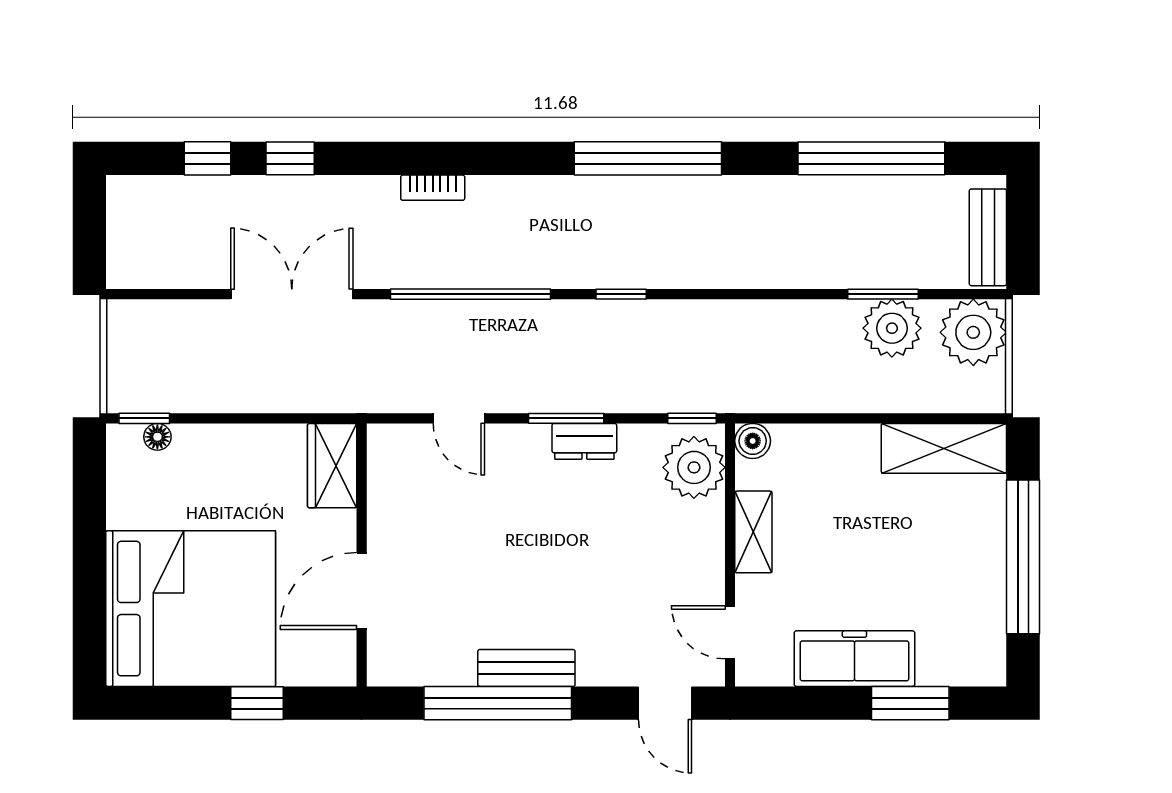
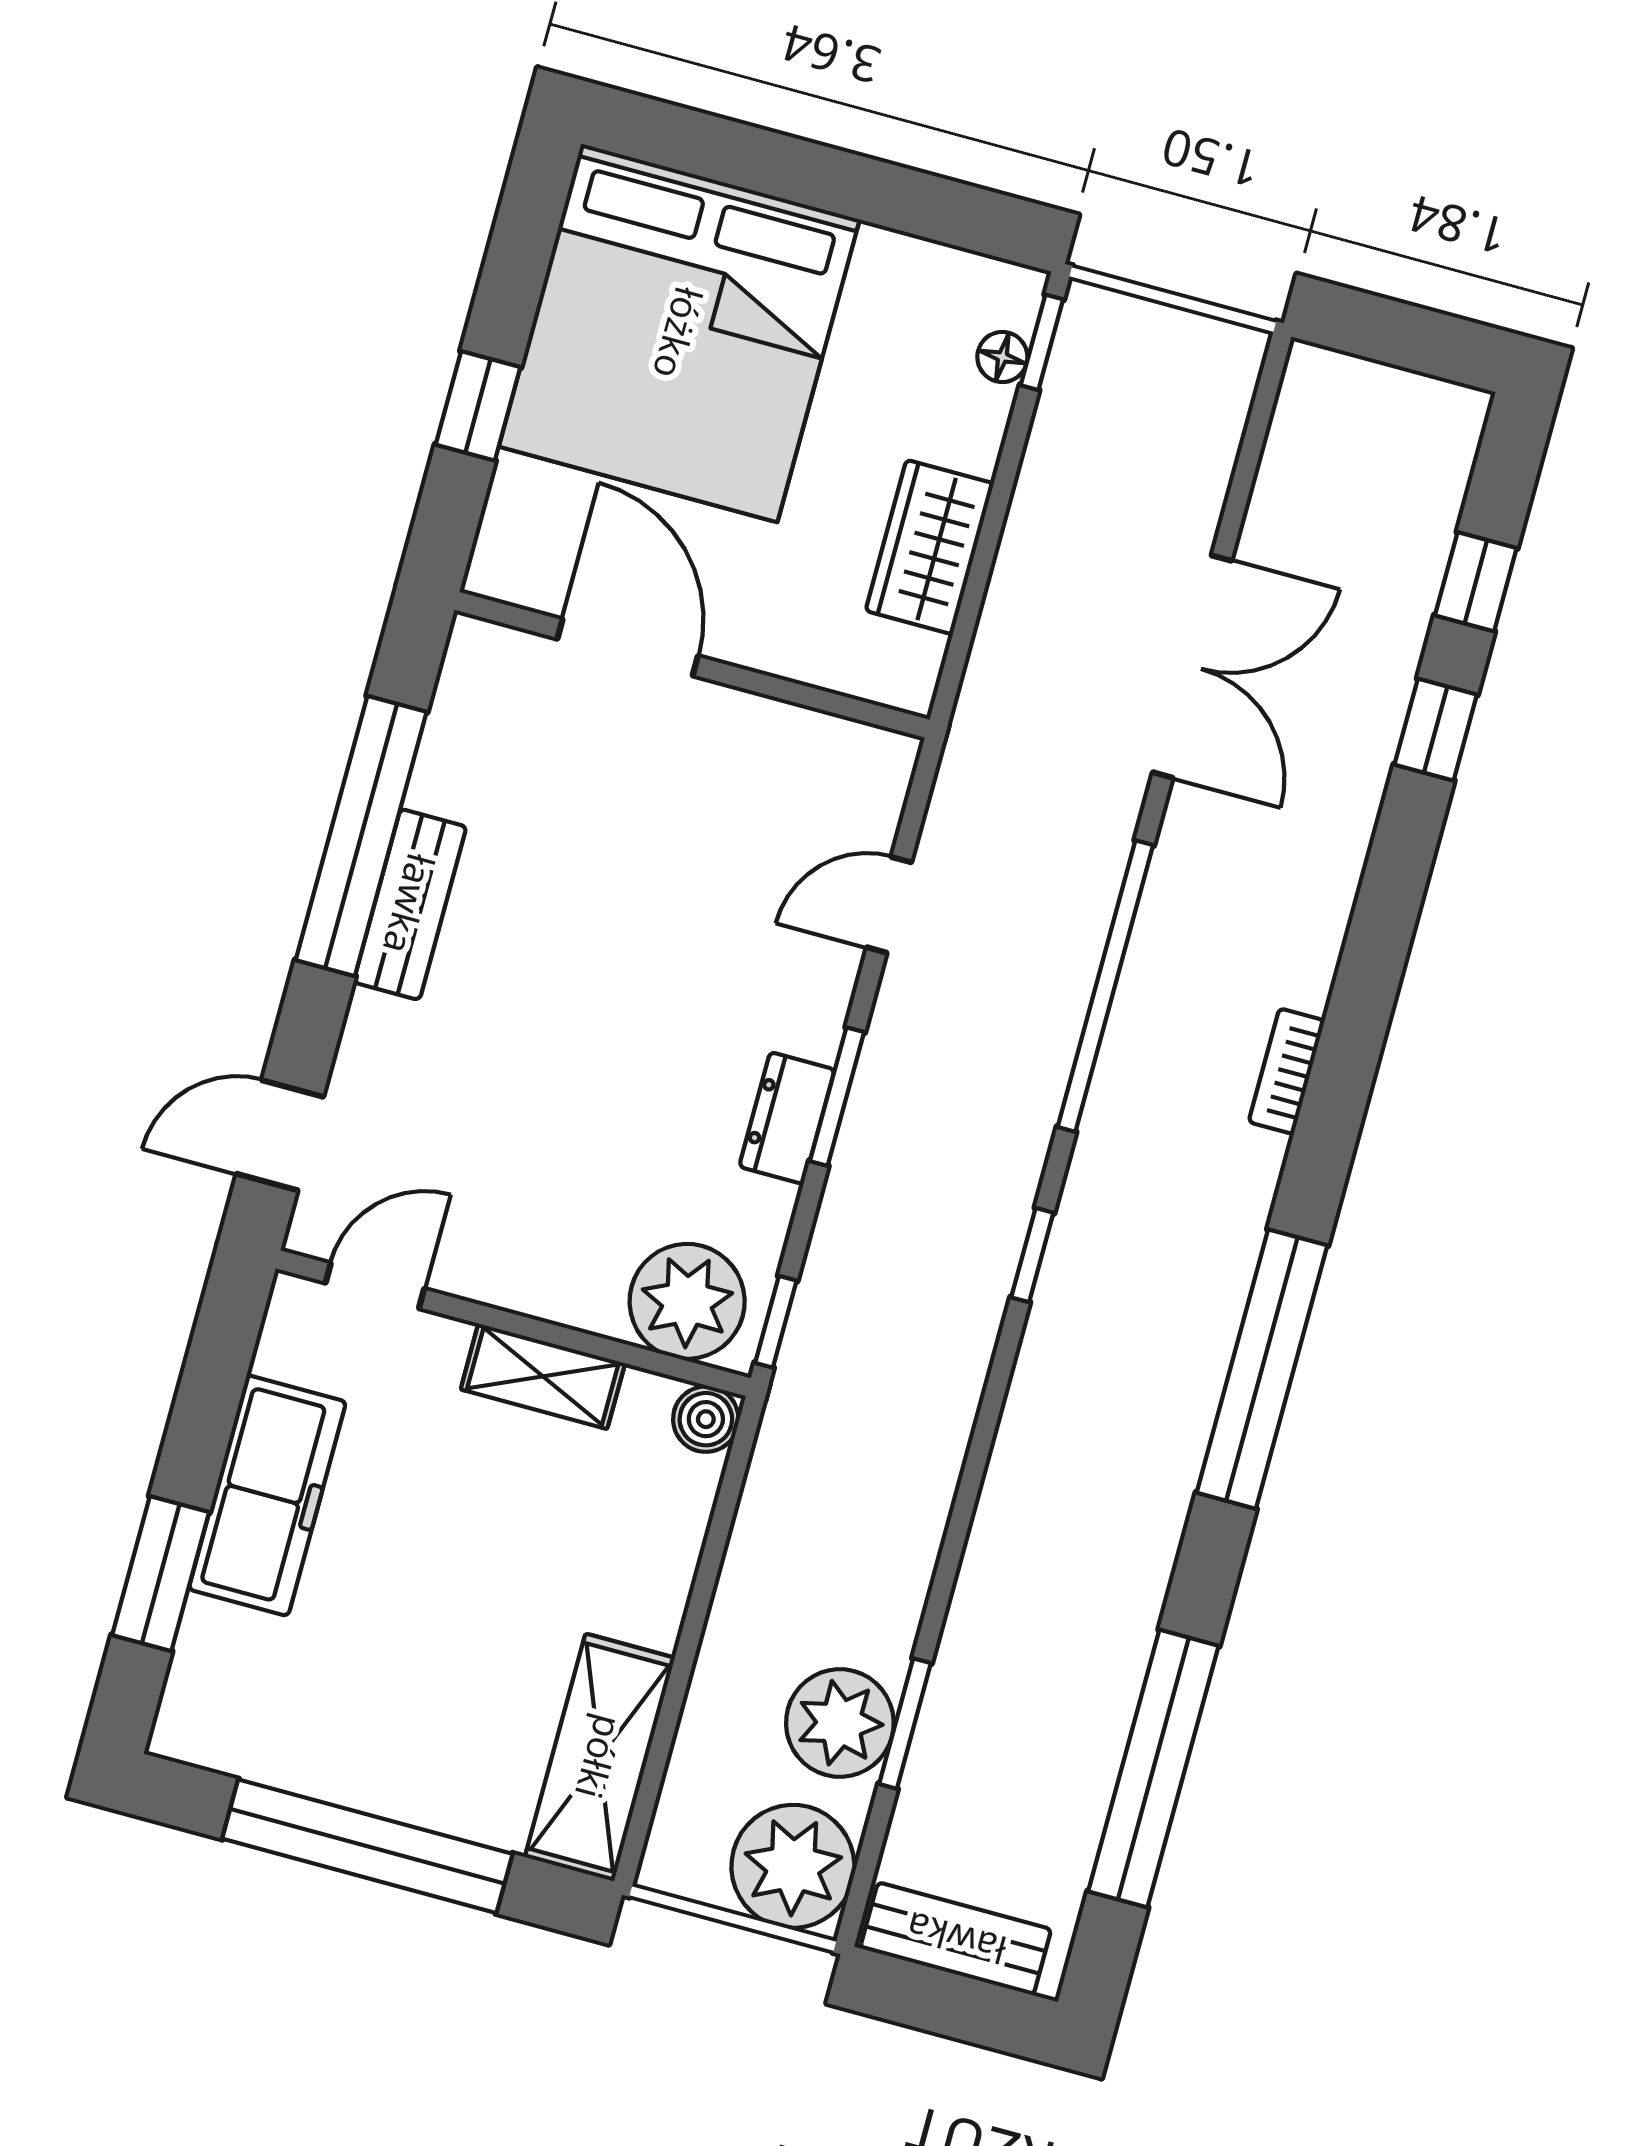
bookcase: (433, 188) -> (1287, 1071), moved
wardrobe: (332, 466) -> (930, 547), moved, turned -90

